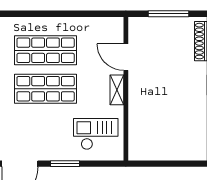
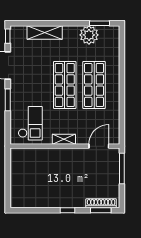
window: (169, 14) -> (122, 168), moved
door: (126, 57) -> (99, 146), moved

